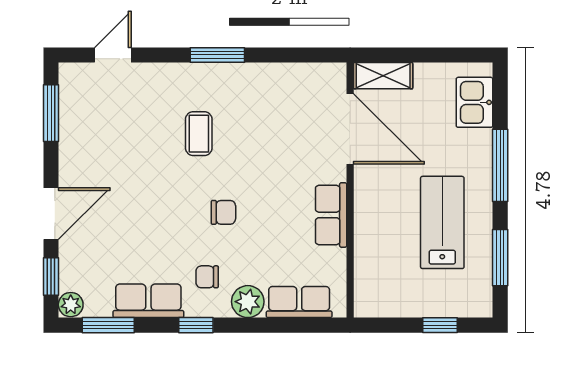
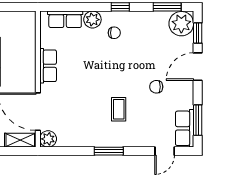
plant: (331, 78) -> (48, 139), added
chair: (223, 212) -> (156, 87), moved
row of seats: (148, 301) -> (185, 128), moved, turned 90
plant: (71, 305) -> (181, 24), width x1.88, depth x1.88

